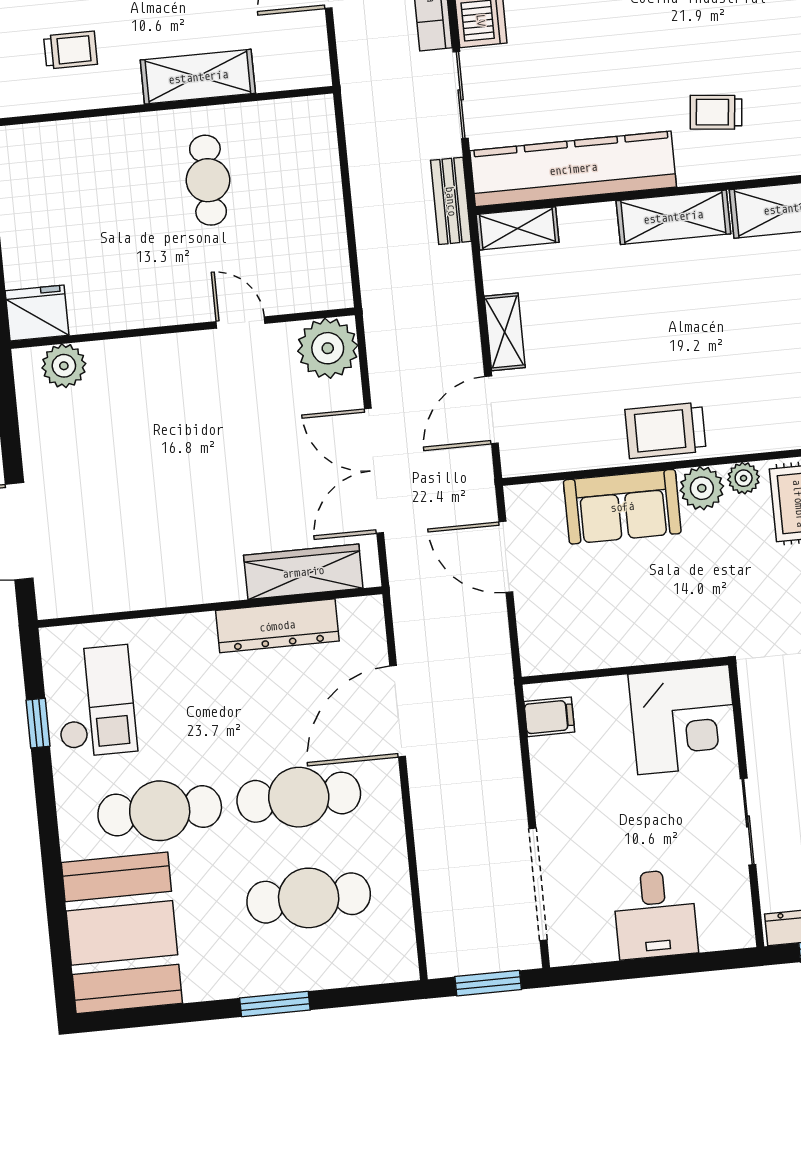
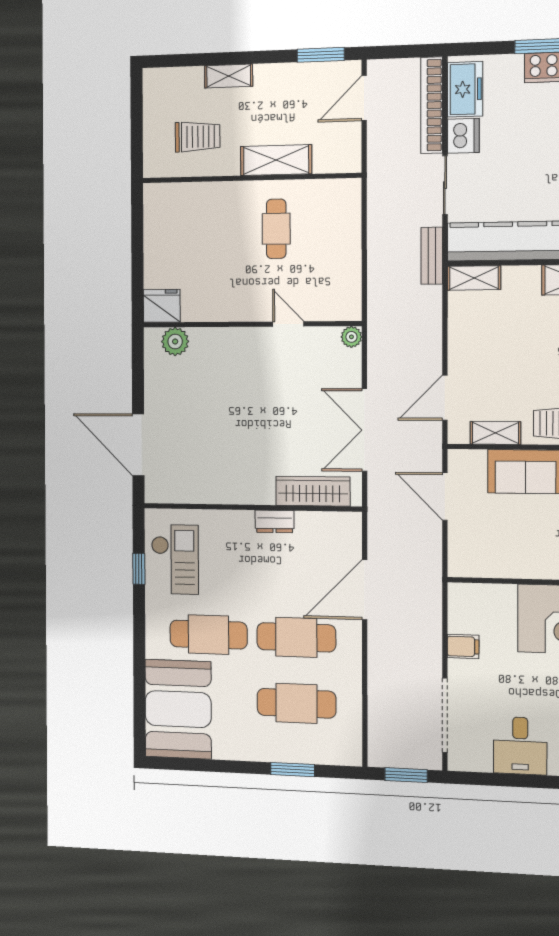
trolley: (70, 50) -> (198, 137), width x1.36, depth x1.39
shelving: (505, 332) -> (496, 433), moved, turned 90
plant: (328, 348) -> (351, 337), width x0.53, depth x0.53
dresser: (277, 626) -> (275, 521), width x0.51, depth x0.80
filing cabinet: (549, 717) -> (463, 646), moved
window: (275, 1004) -> (293, 770), moved

